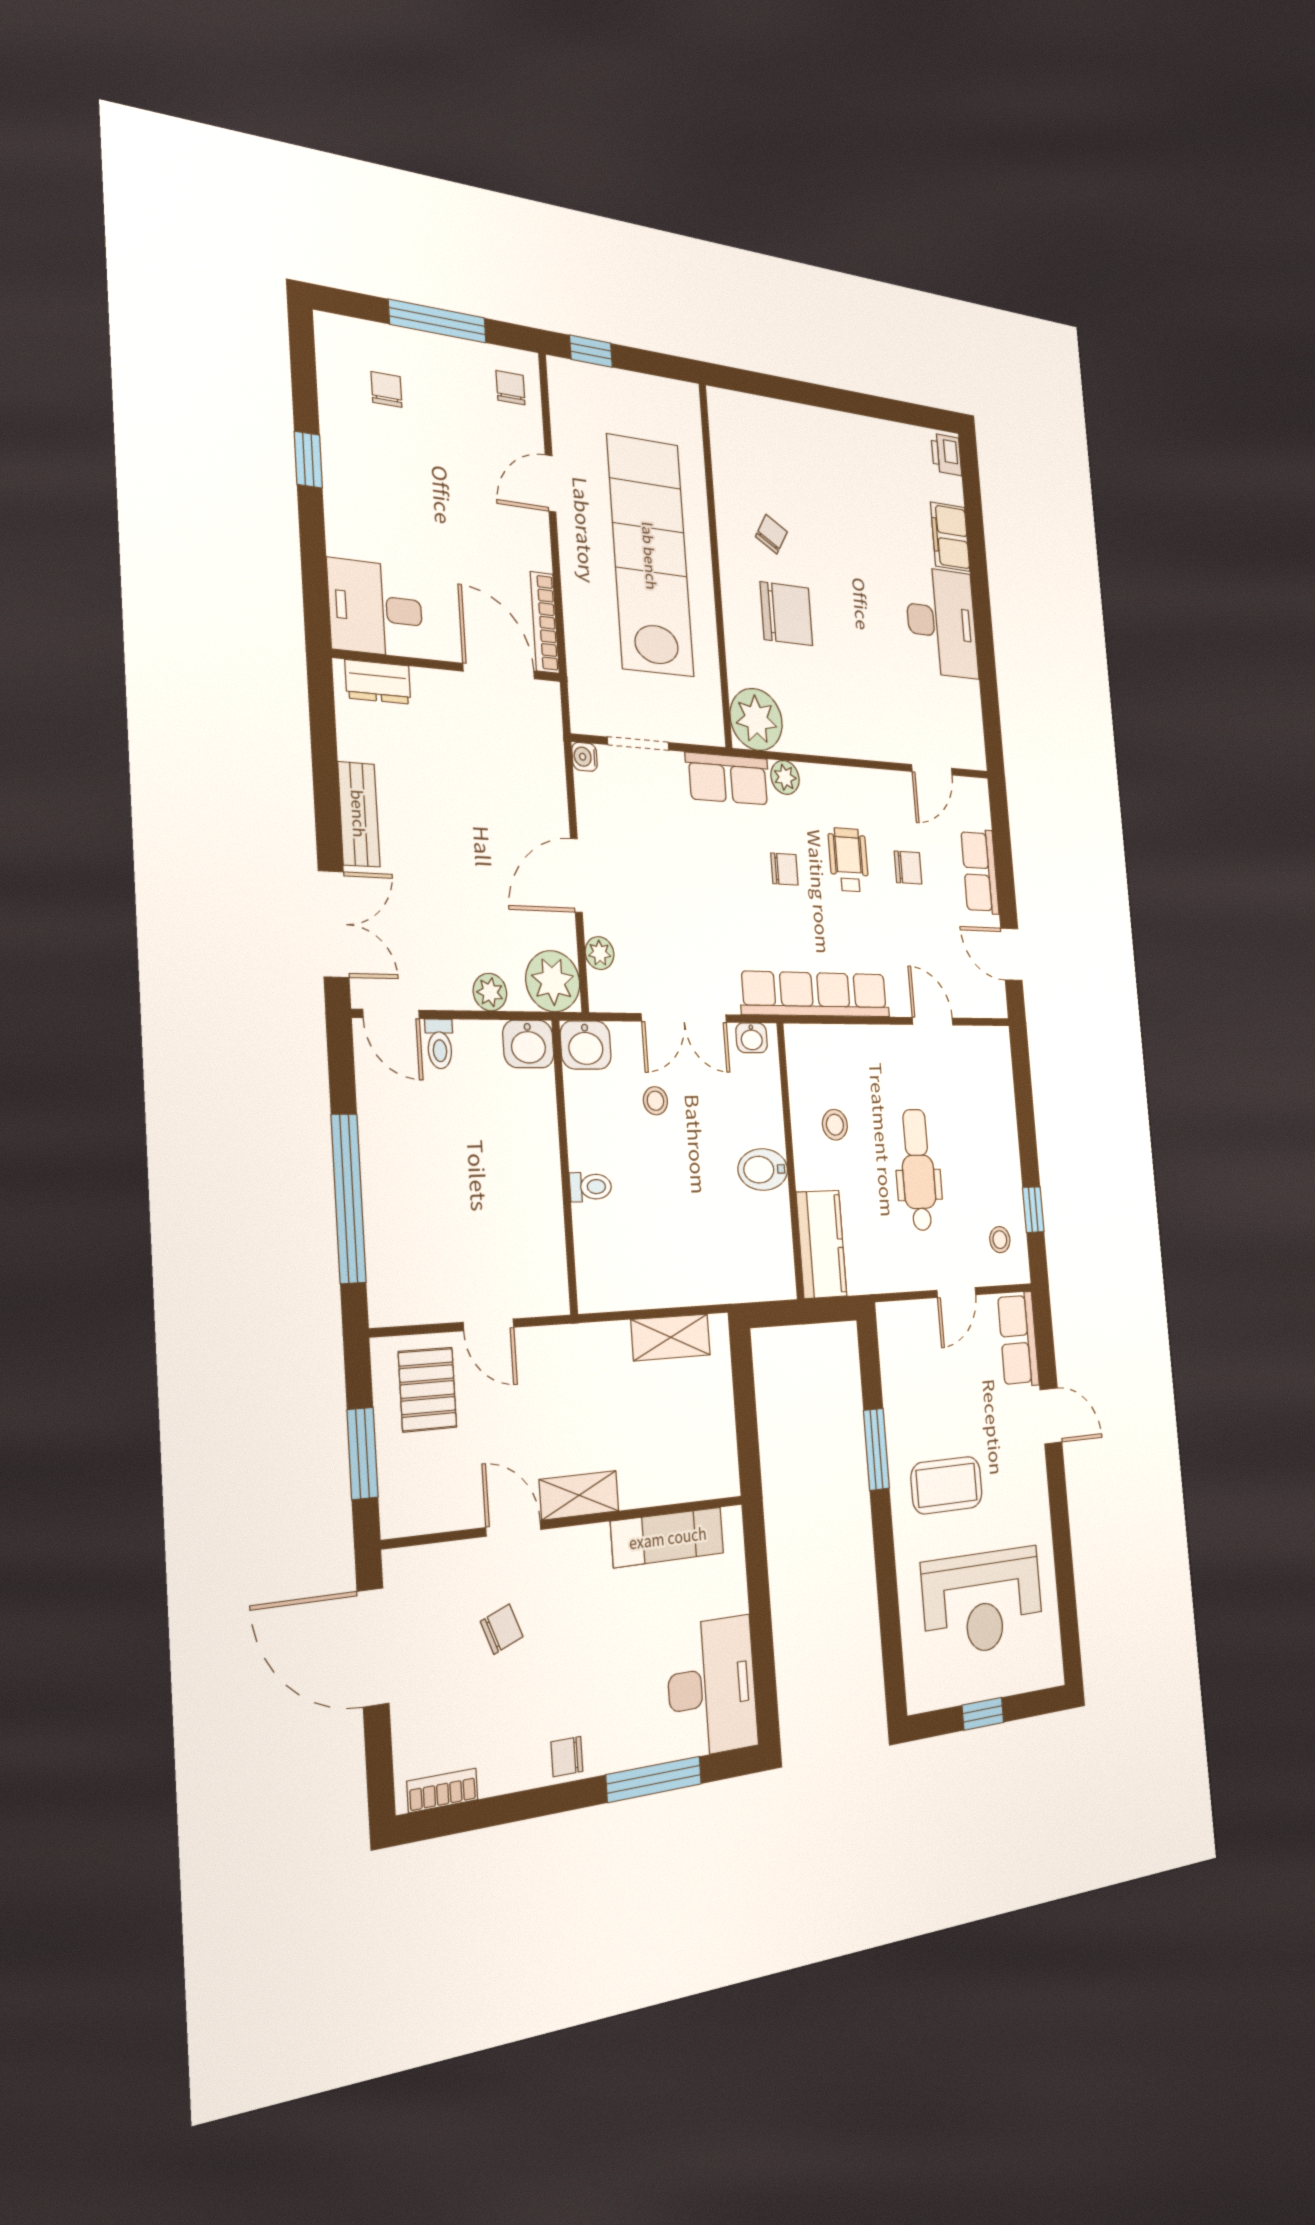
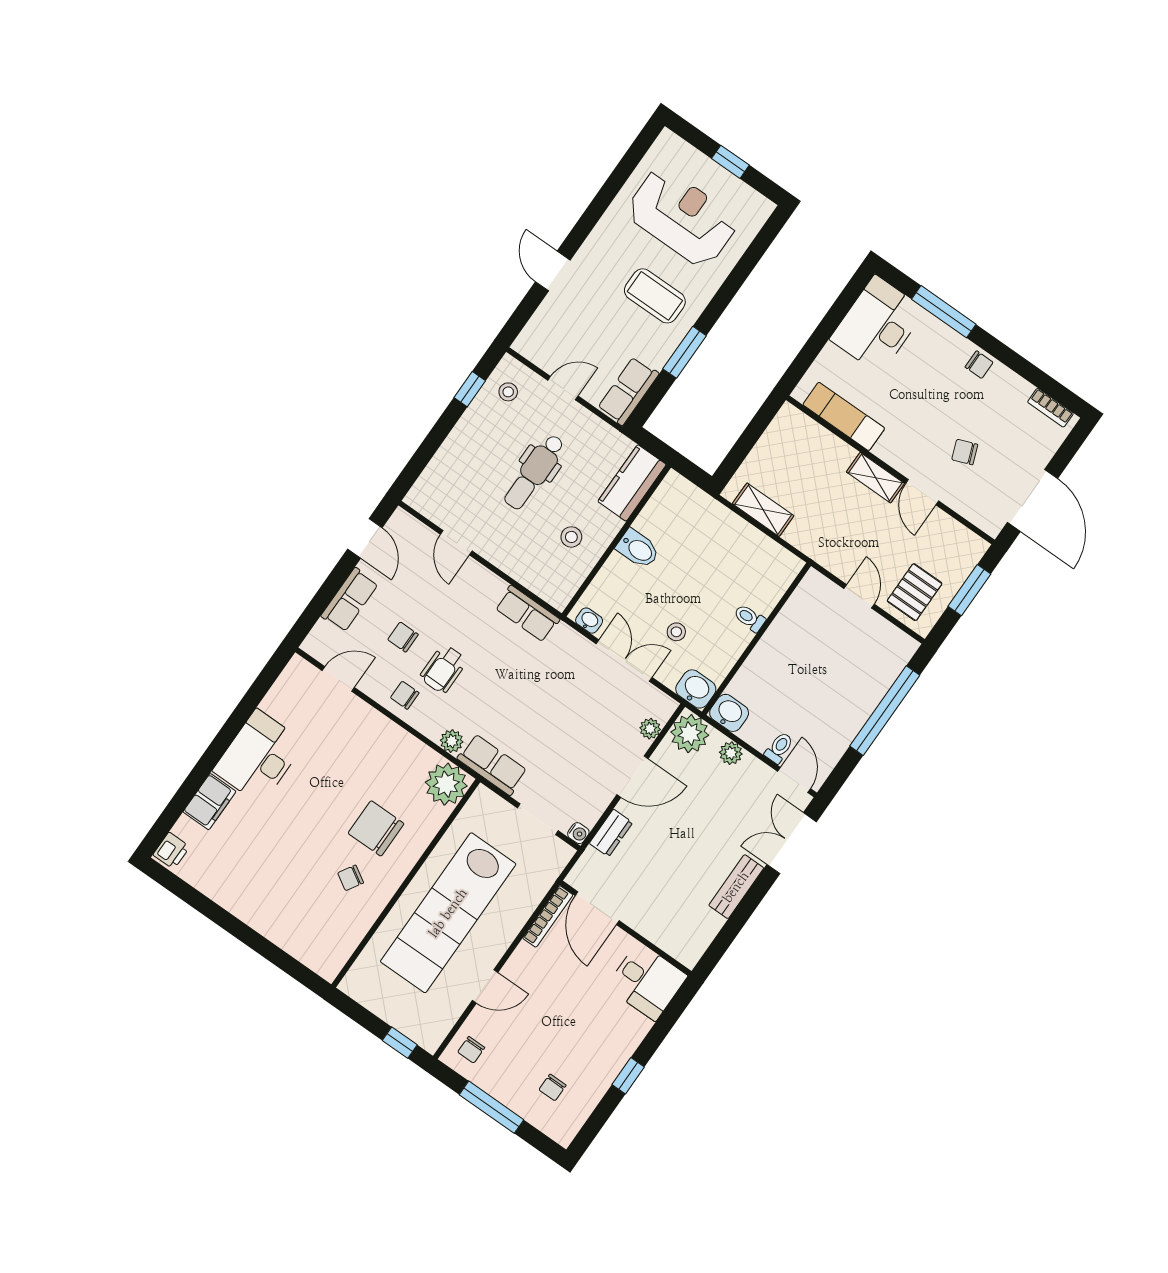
dresser: (378, 682) -> (611, 833), moved, turned 90
chair: (784, 869) -> (405, 695), moved
row of seats: (815, 994) -> (527, 614), width x0.50
row of seats: (1018, 1339) -> (628, 391), moved, turned 180

